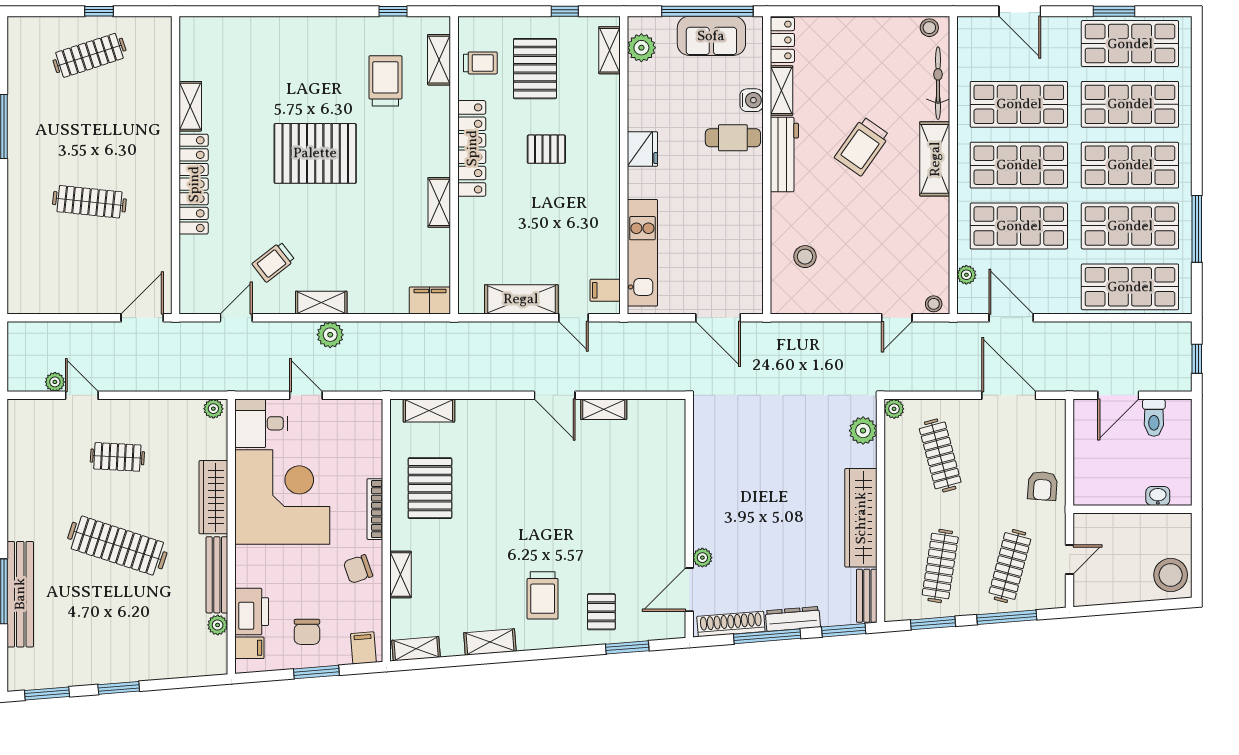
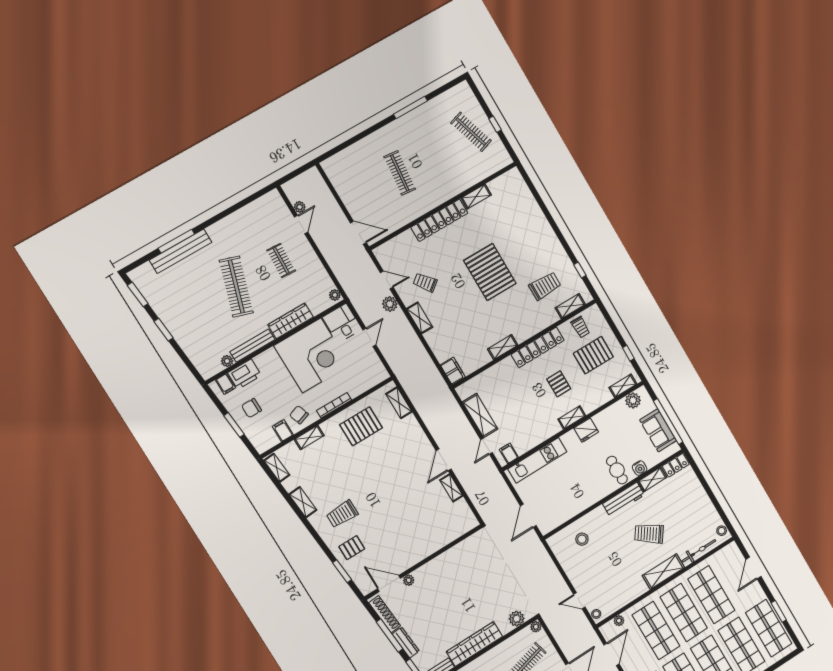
shelving: (610, 160) -> (572, 417), added
plant: (330, 335) -> (390, 304), moved
filing cabinet: (363, 648) -> (283, 431), moved, turned -85

